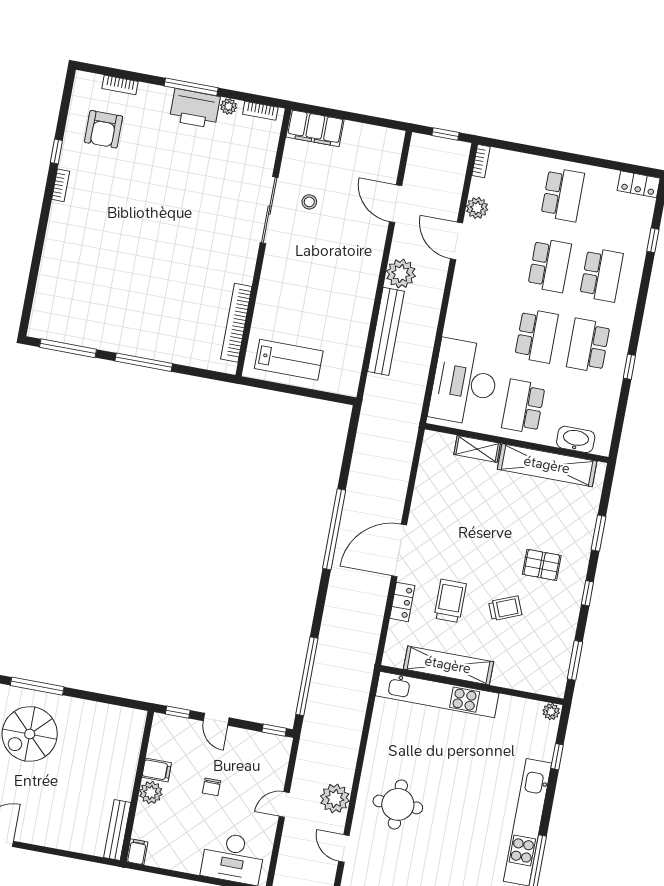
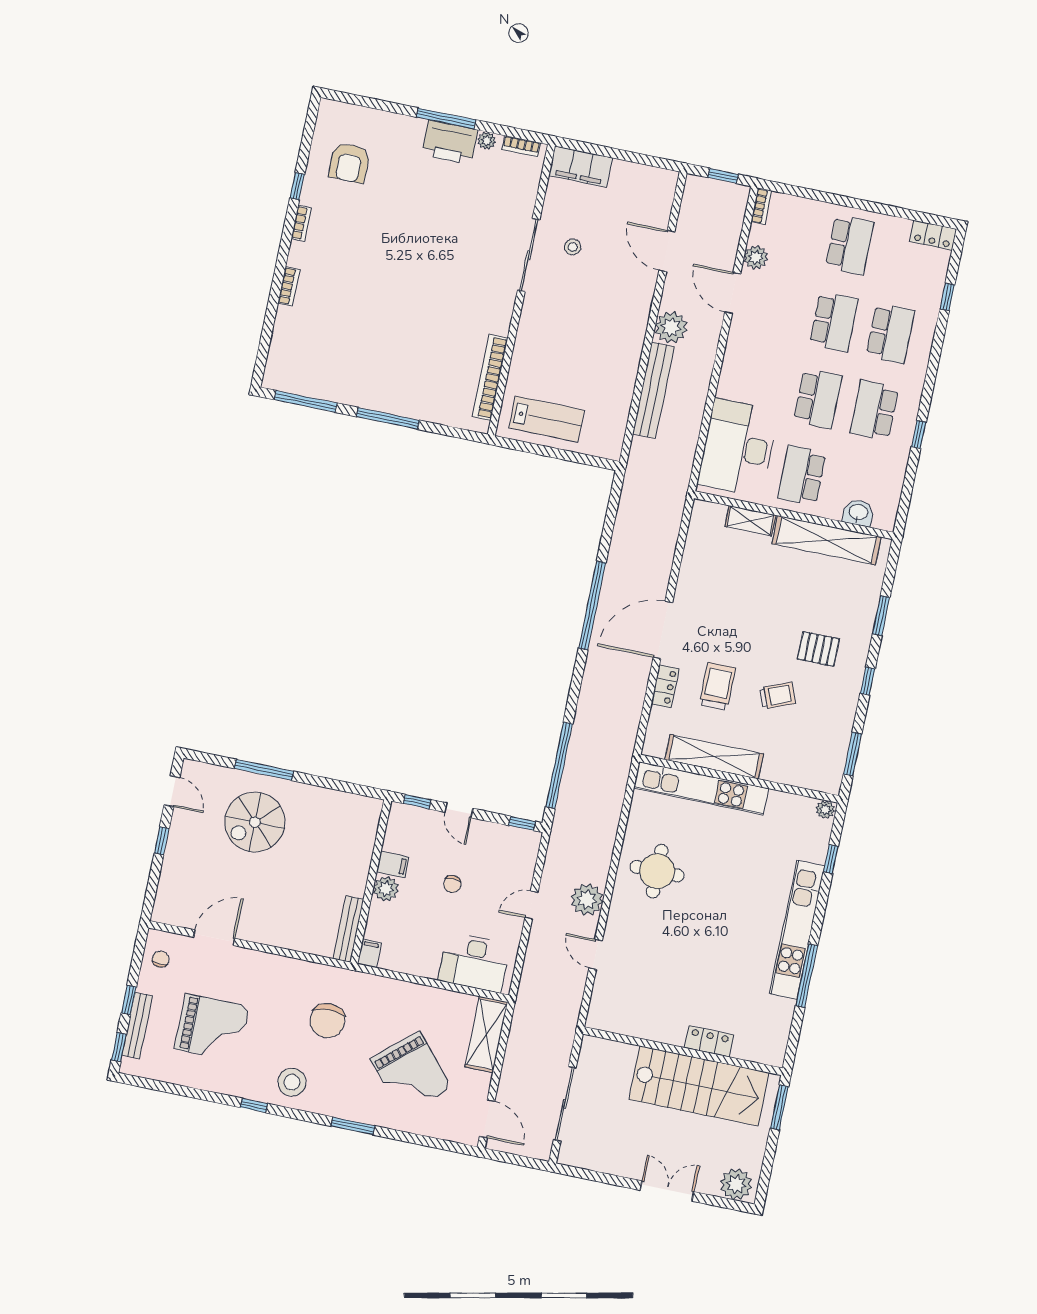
bookcase: (120, 85) -> (289, 286), moved, turned -90
washbasin: (576, 439) -> (858, 513), width x0.72
round table: (398, 804) -> (657, 871), moved

